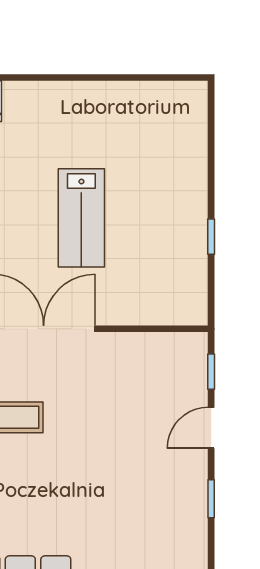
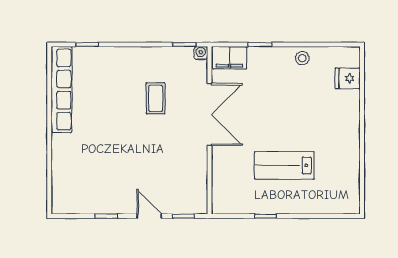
lab bench: (81, 218) -> (284, 165), moved

